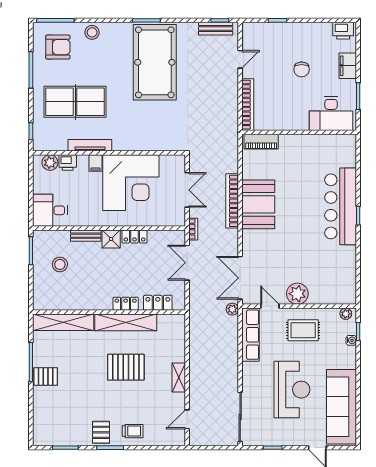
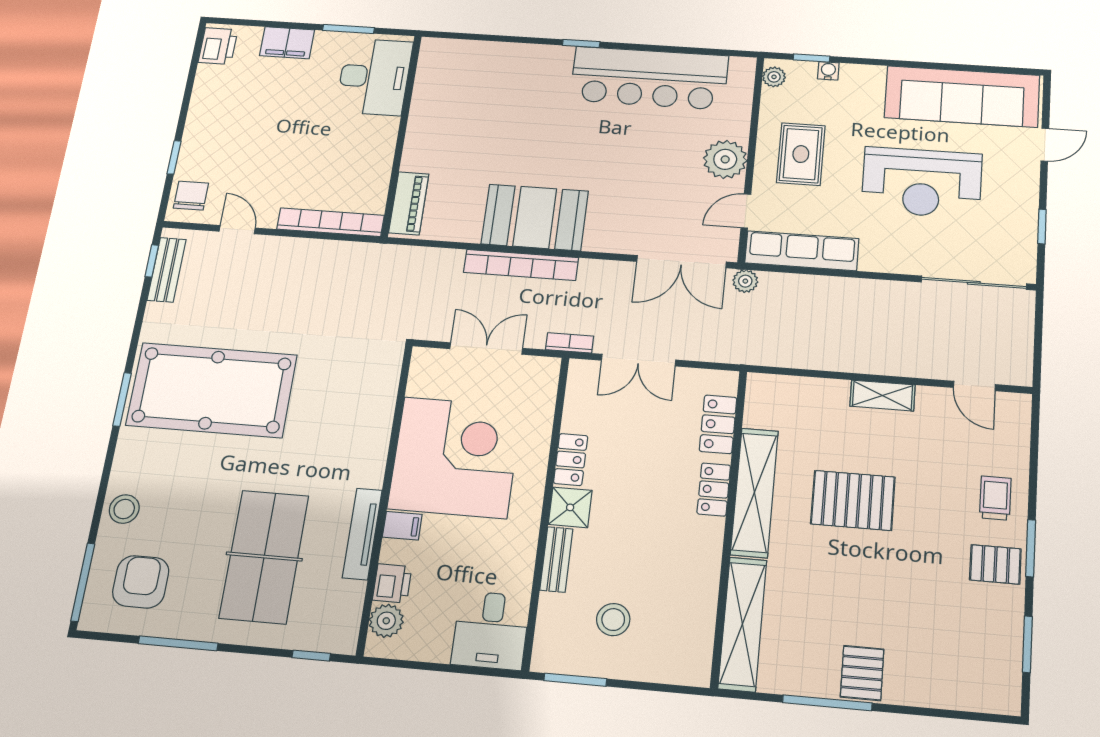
chair: (302, 69) -> (191, 196), moved, turned -90
bar counter: (341, 206) -> (649, 78), moved
pallet: (126, 367) -> (853, 500), turned 90
reception desk: (292, 390) -> (922, 182), turned 180

